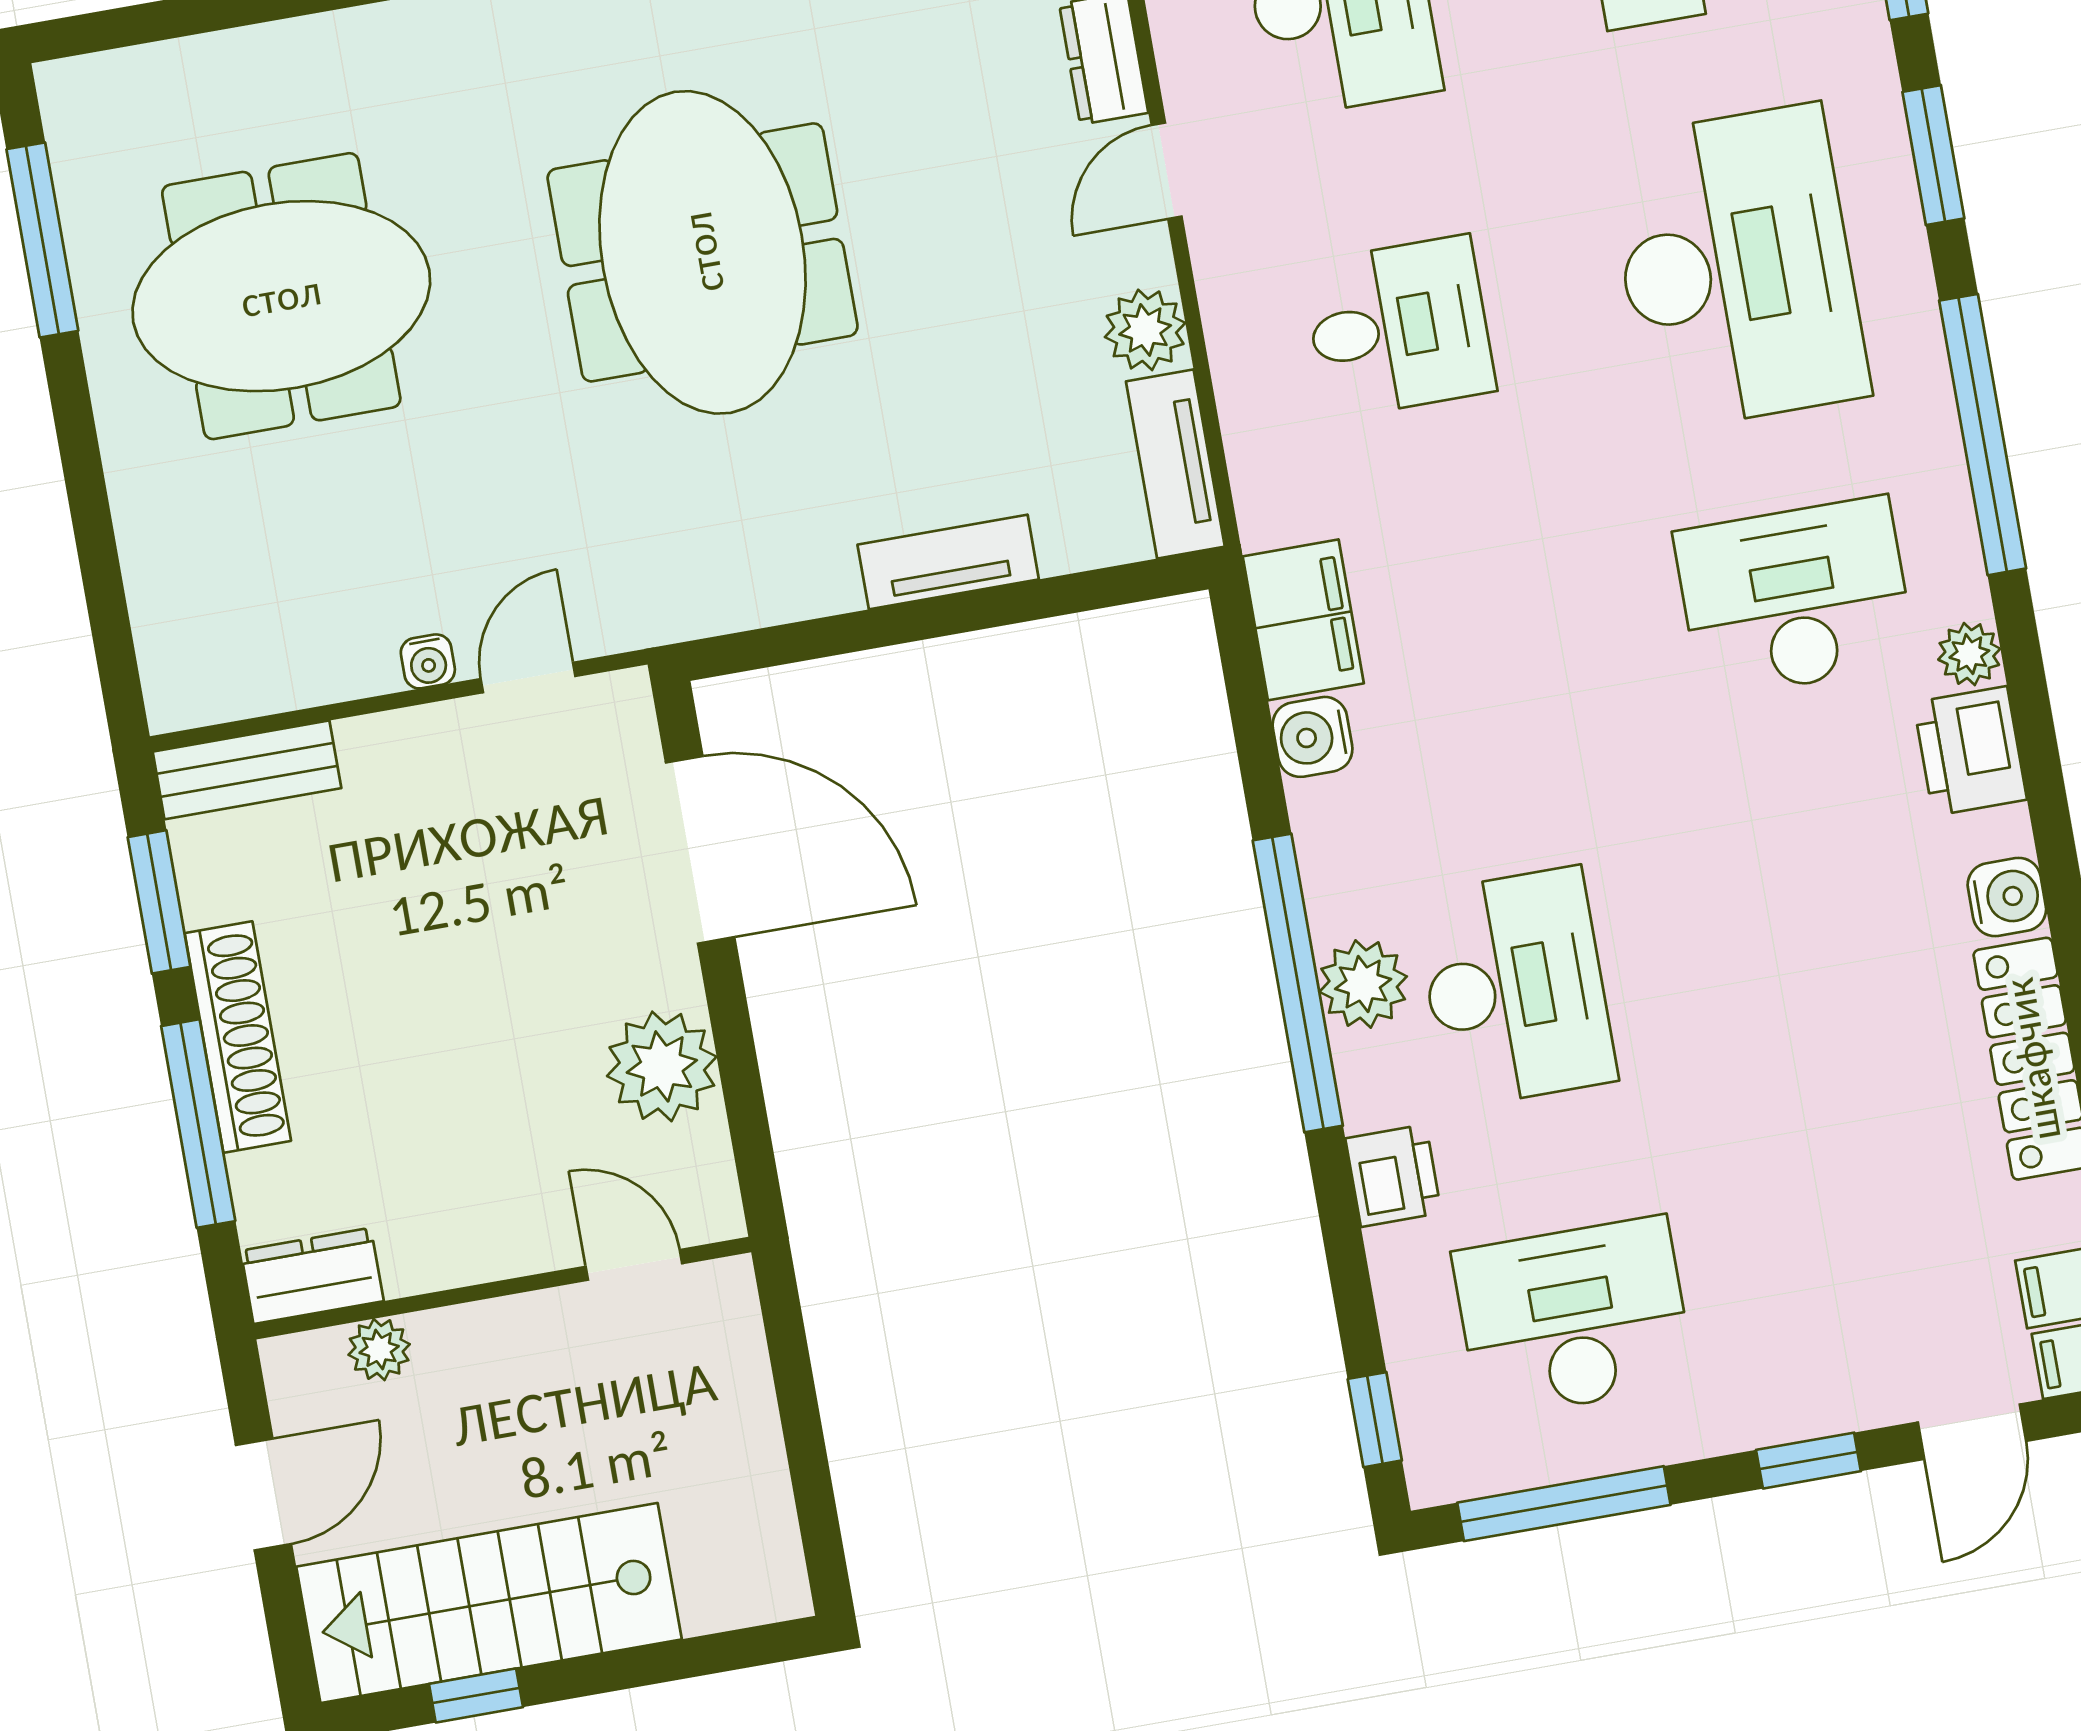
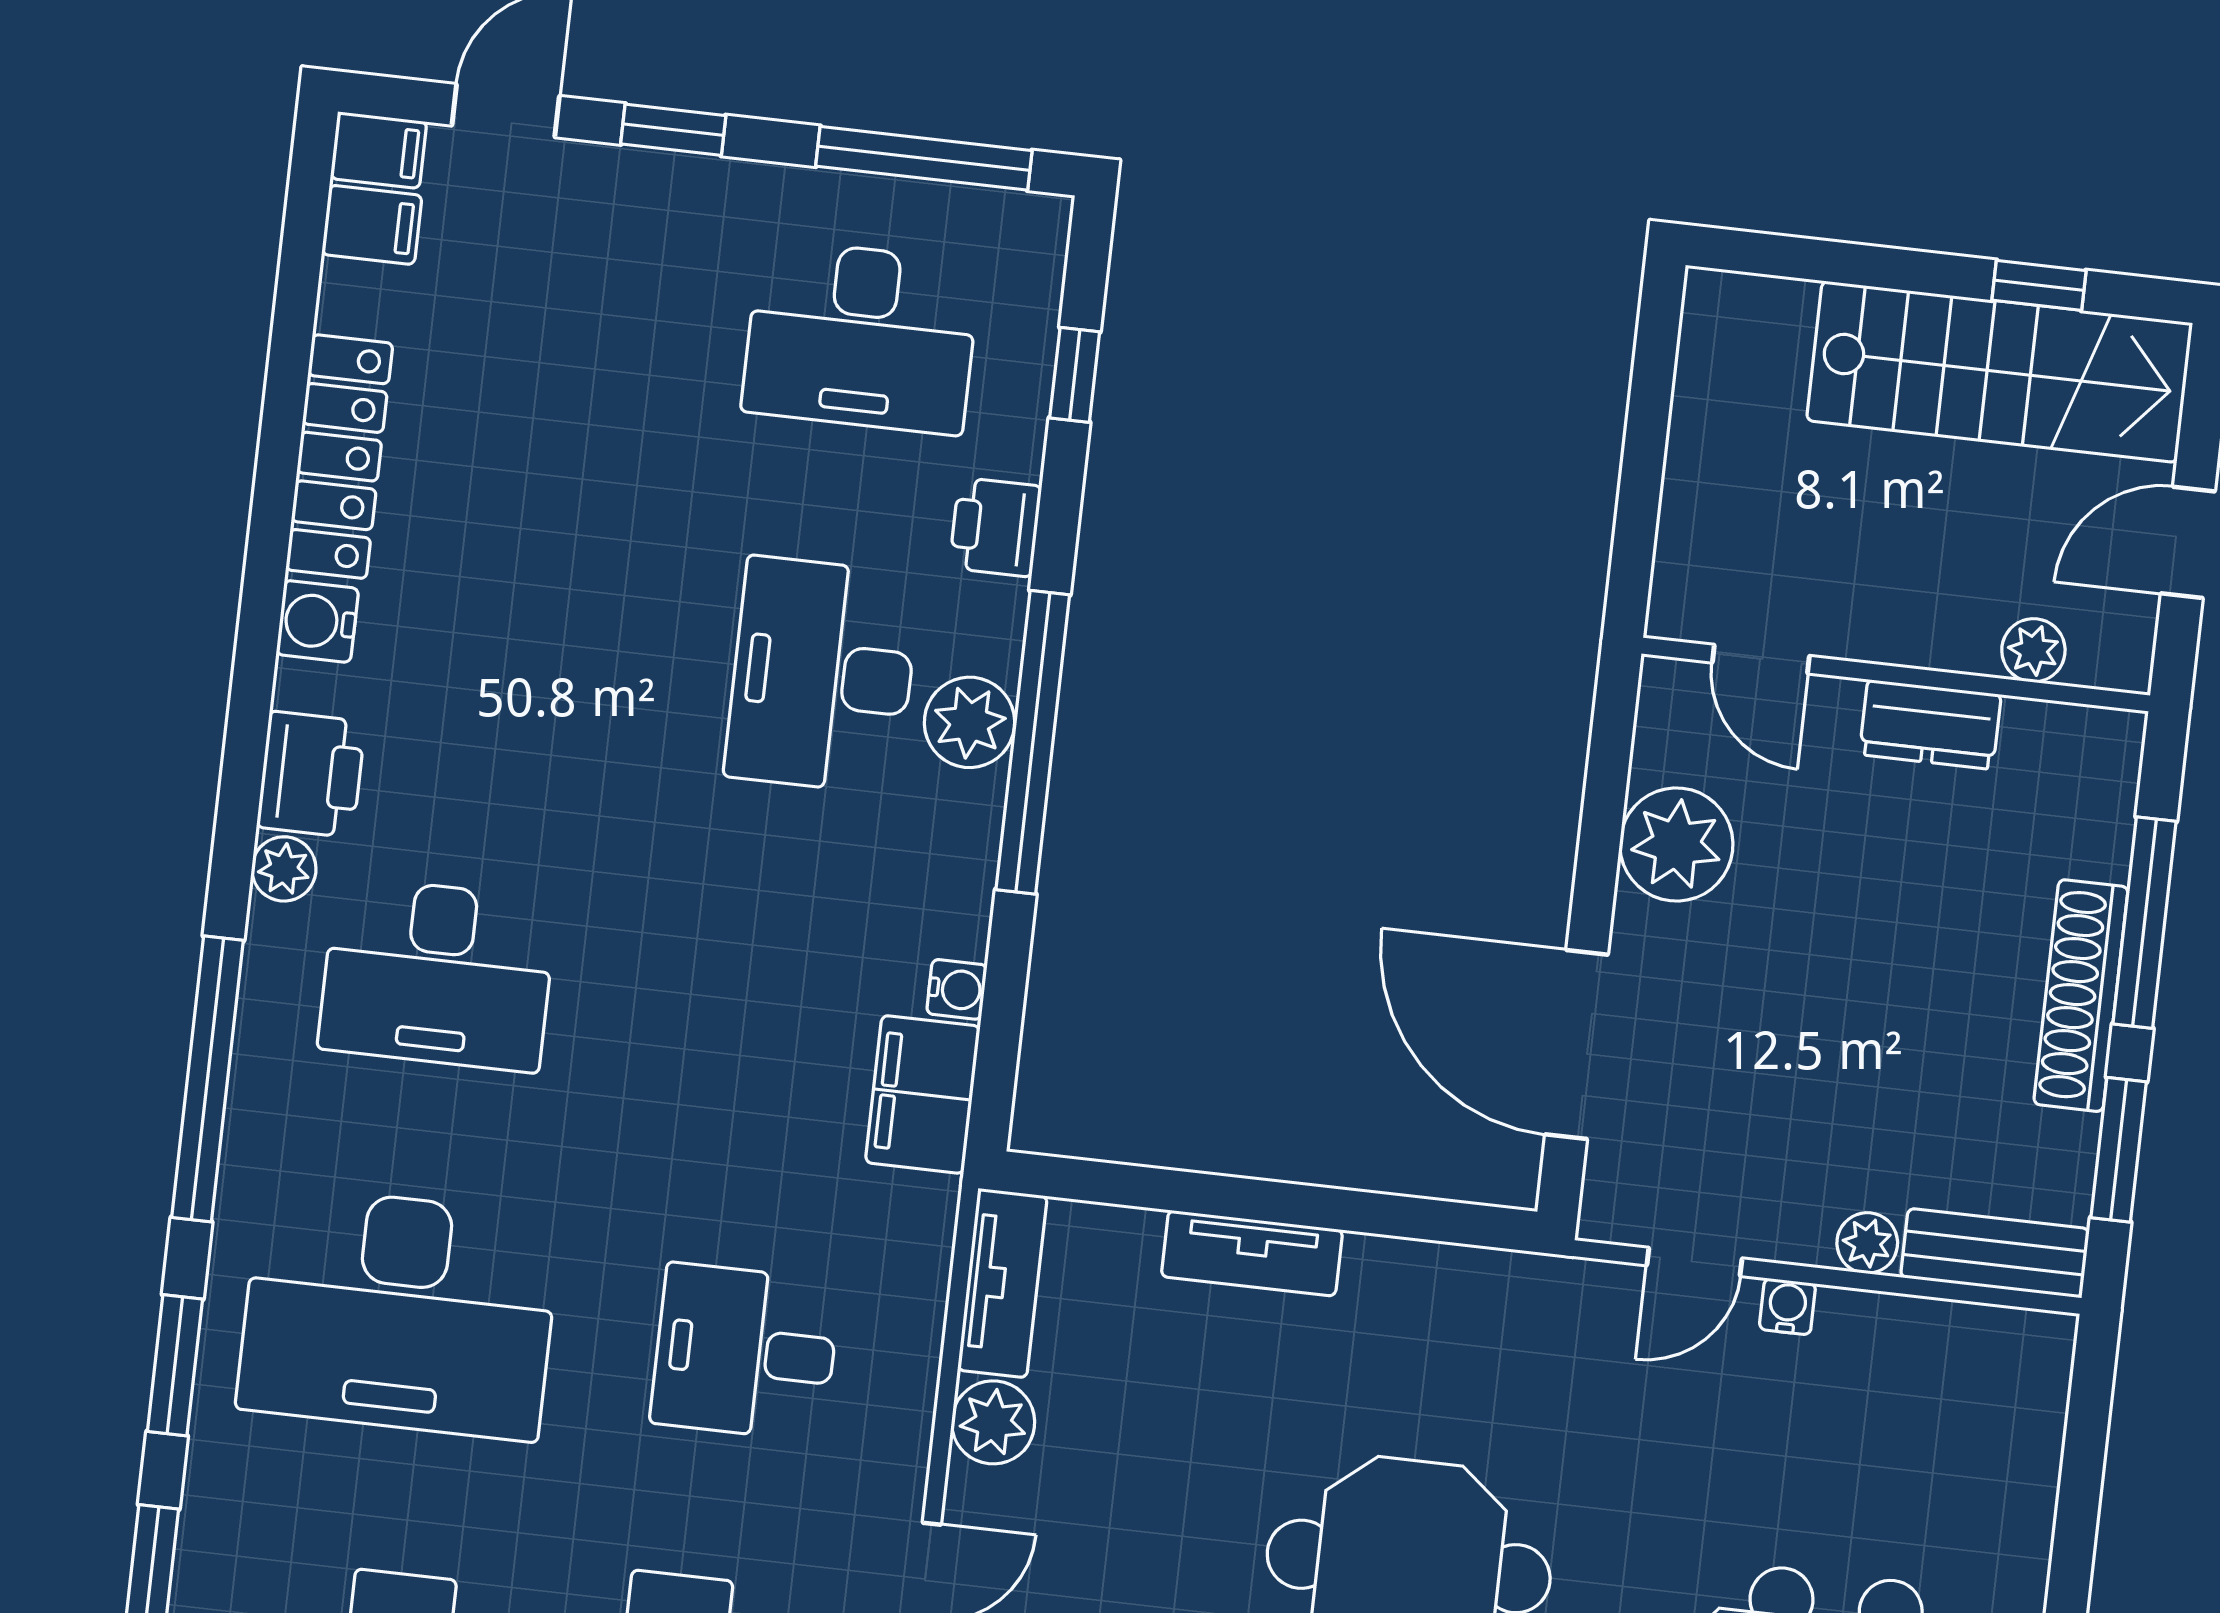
desk: (1737, 267) -> (399, 1313), turned -90
water cooler: (1313, 737) -> (957, 989), width x0.72, depth x0.72
plant: (370, 744) -> (1867, 1243), added
dresser: (312, 1276) -> (1930, 725), moved
window: (1375, 1420) -> (1075, 375), moved

